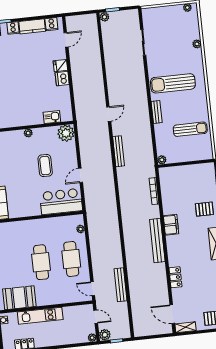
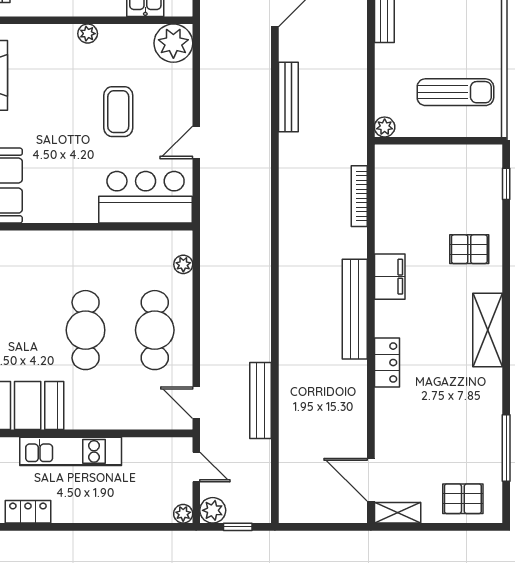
sun lounger: (190, 129) -> (455, 92), moved
locker: (175, 277) -> (387, 363), moved

